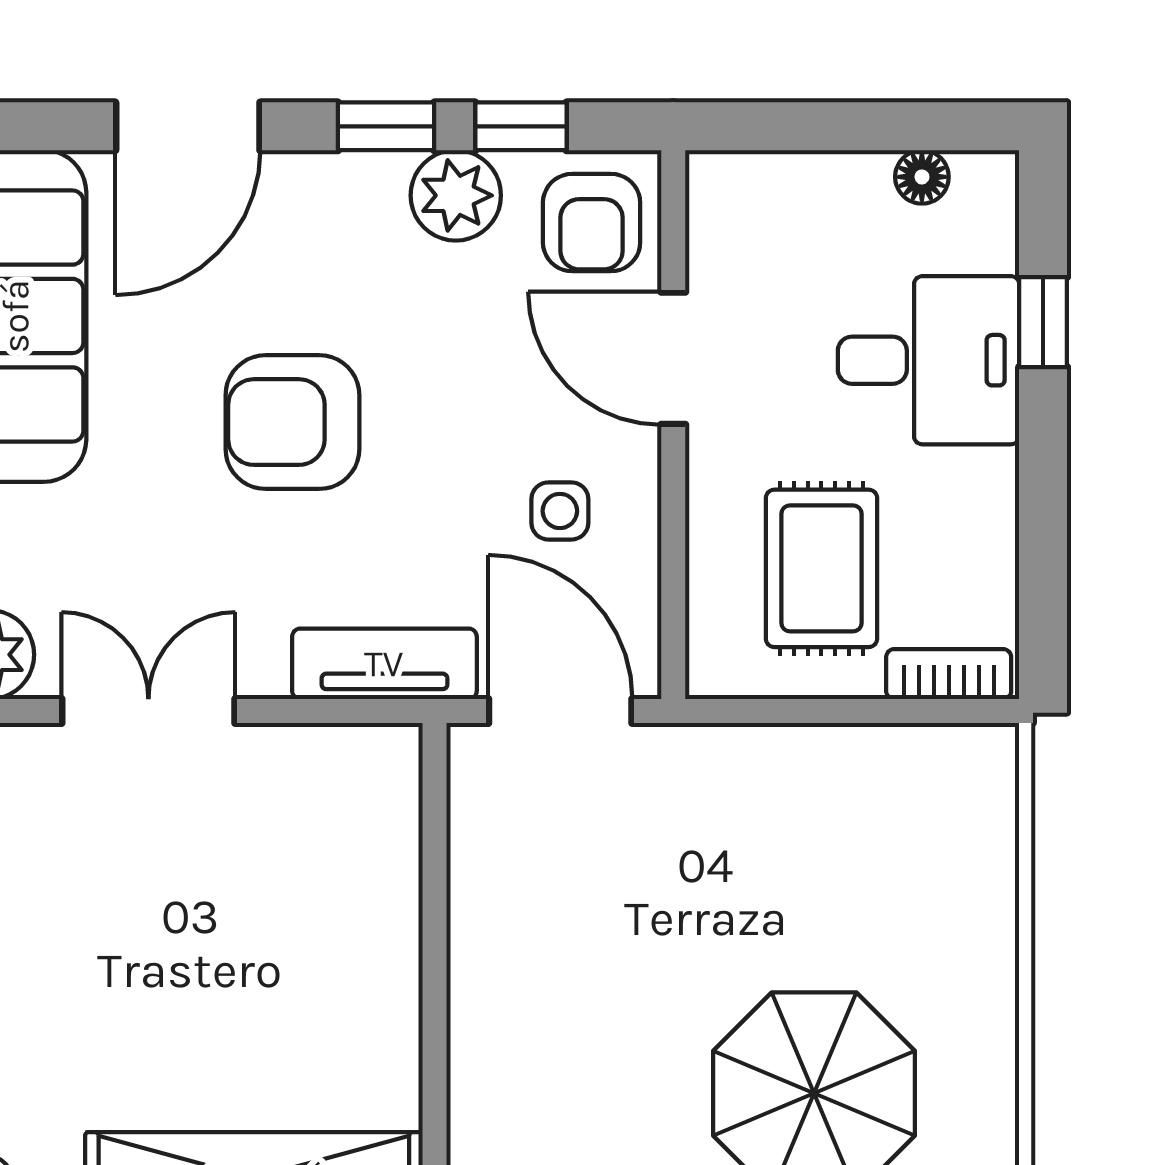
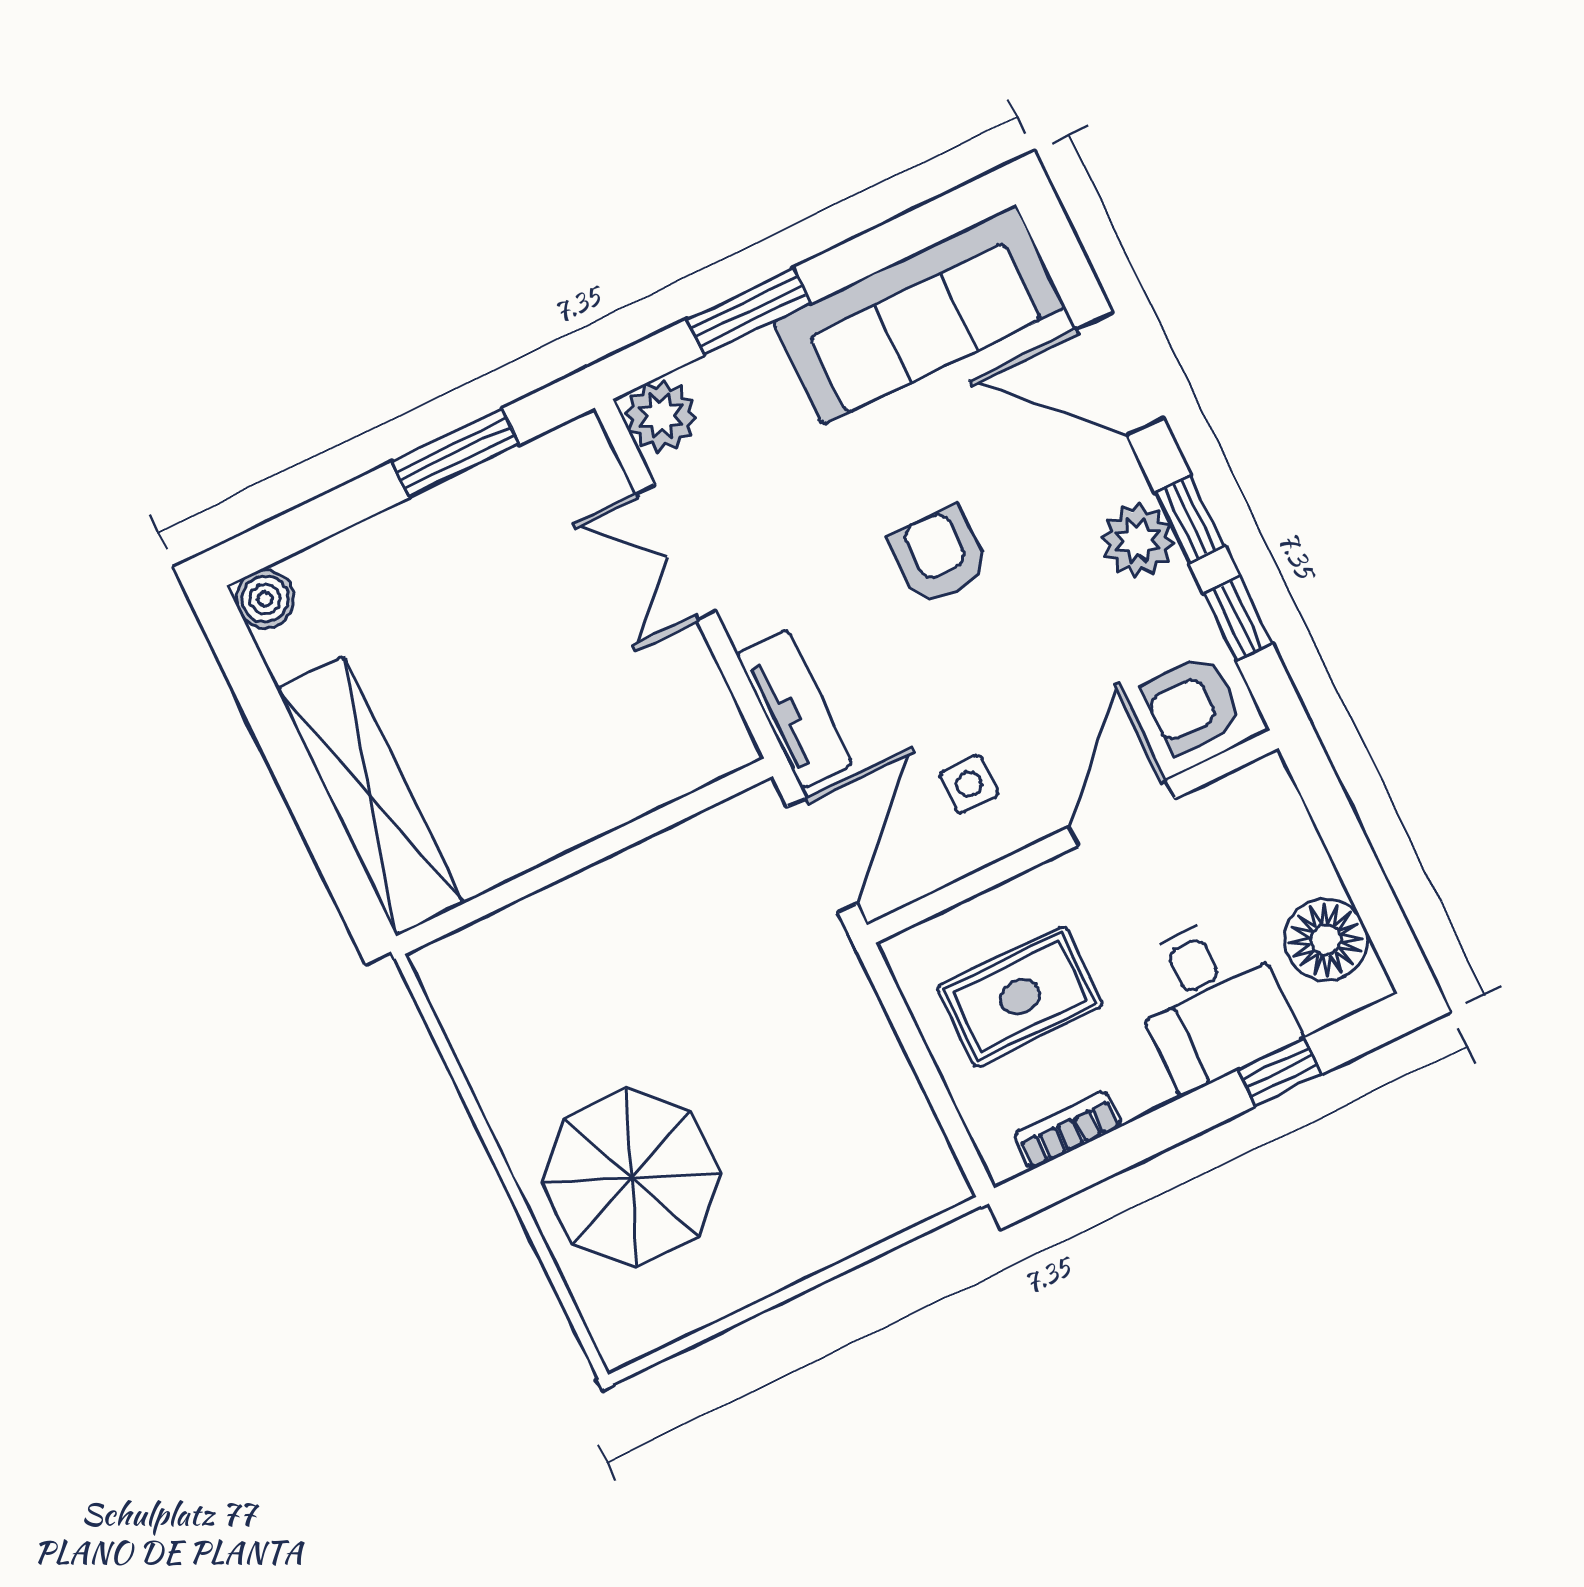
floor lamp: (922, 177) -> (1326, 940), width x1.89, depth x1.89
plant: (456, 195) -> (1138, 541), moved
armchair: (292, 422) -> (939, 556), width x0.72, depth x0.72
bookcase: (949, 674) -> (1068, 1130), moved, turned -90
double door: (148, 711) -> (676, 553), swing flipped

